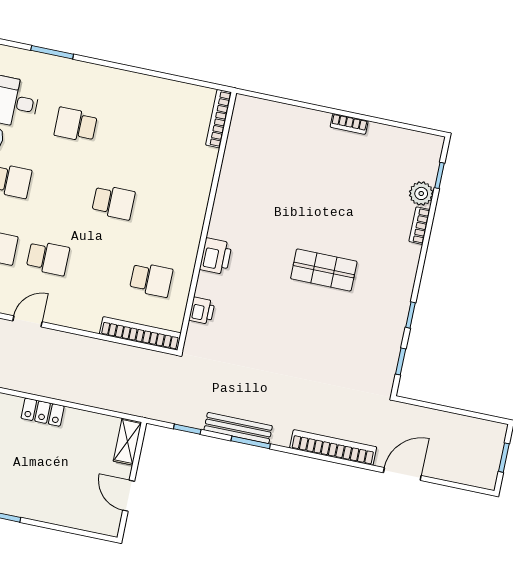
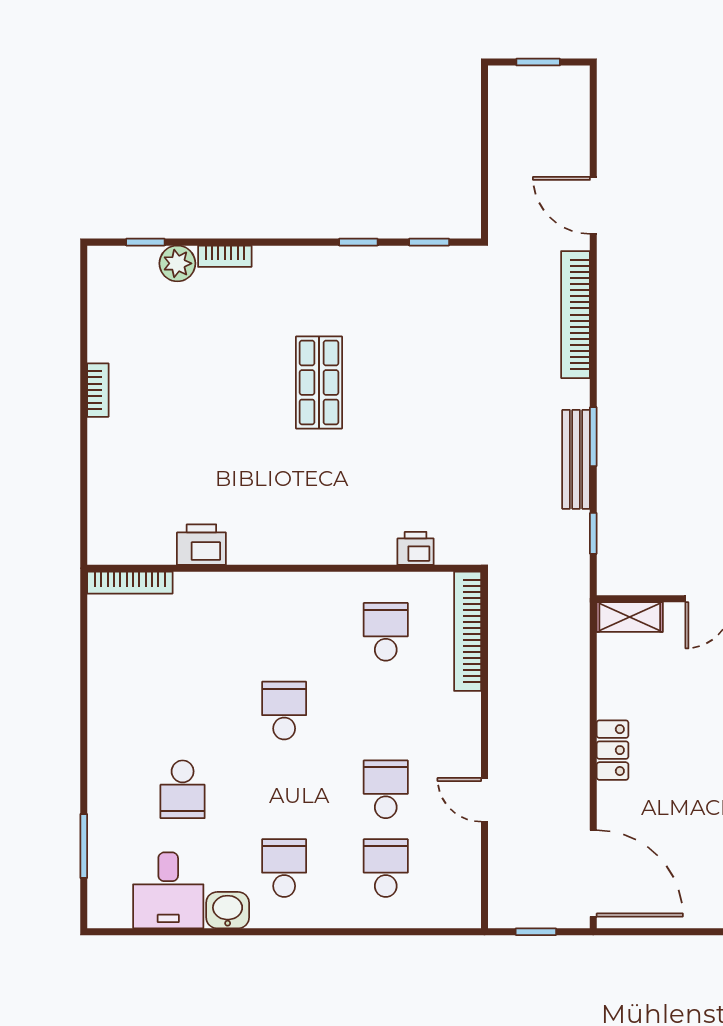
printer: (216, 256) -> (201, 545), moved

